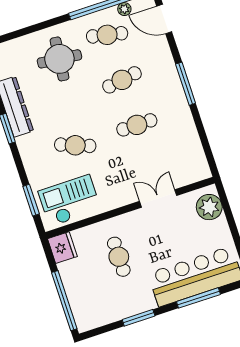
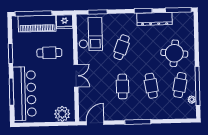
door: (164, 19) -> (95, 123), moved
double door: (158, 198) -> (76, 76), moved
piano: (79, 290) -> (37, 24), added

